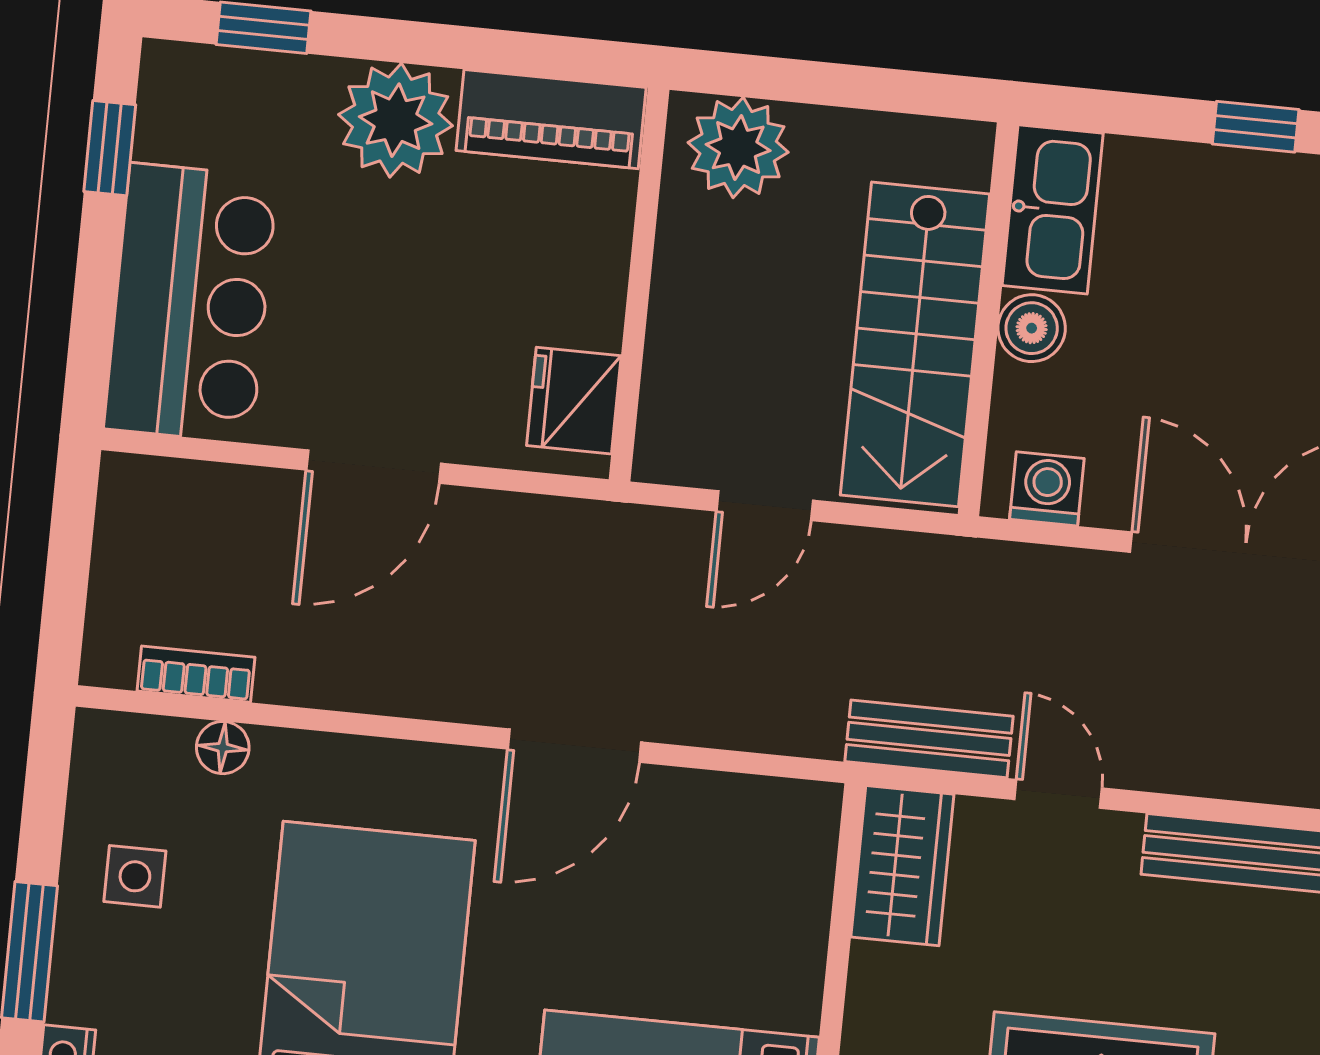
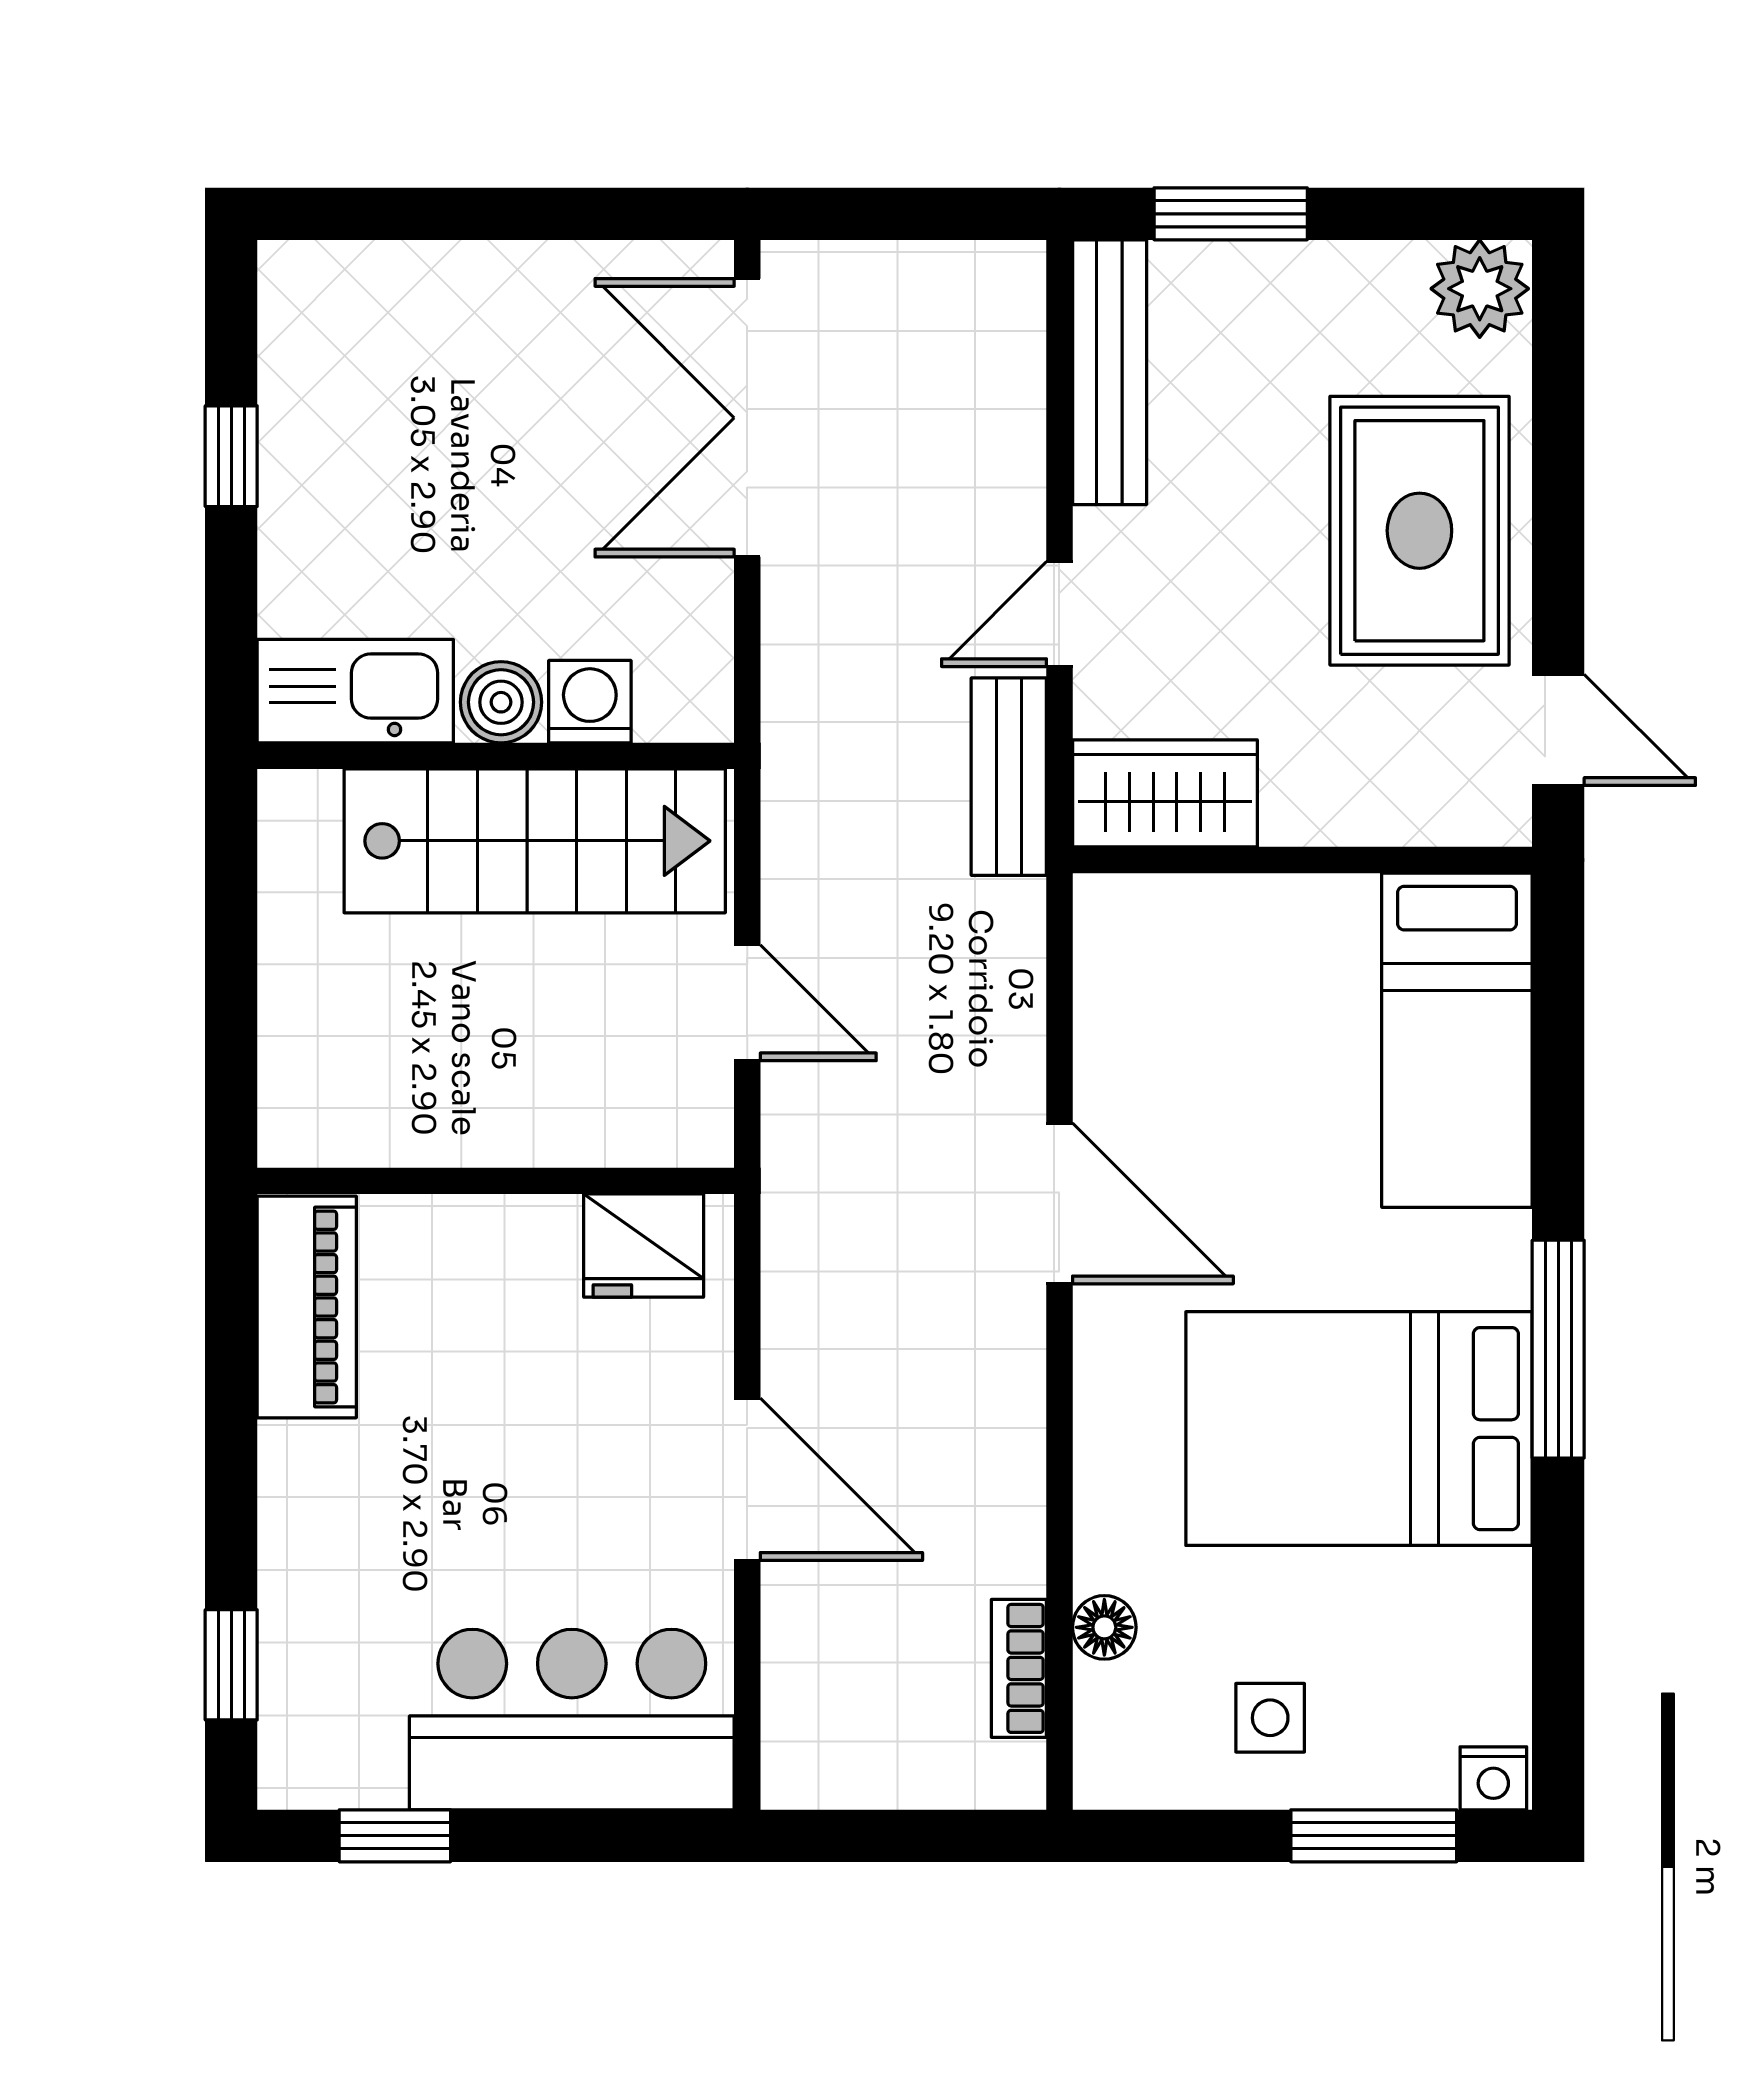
plant: (396, 120) -> (327, 1494), removed
plant: (738, 147) -> (318, 1078), removed
washing machine: (1047, 489) -> (590, 702), moved, turned 90

